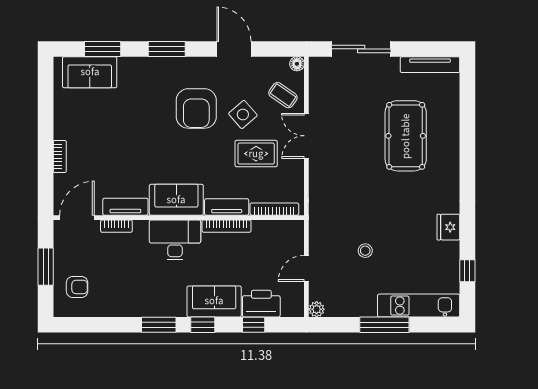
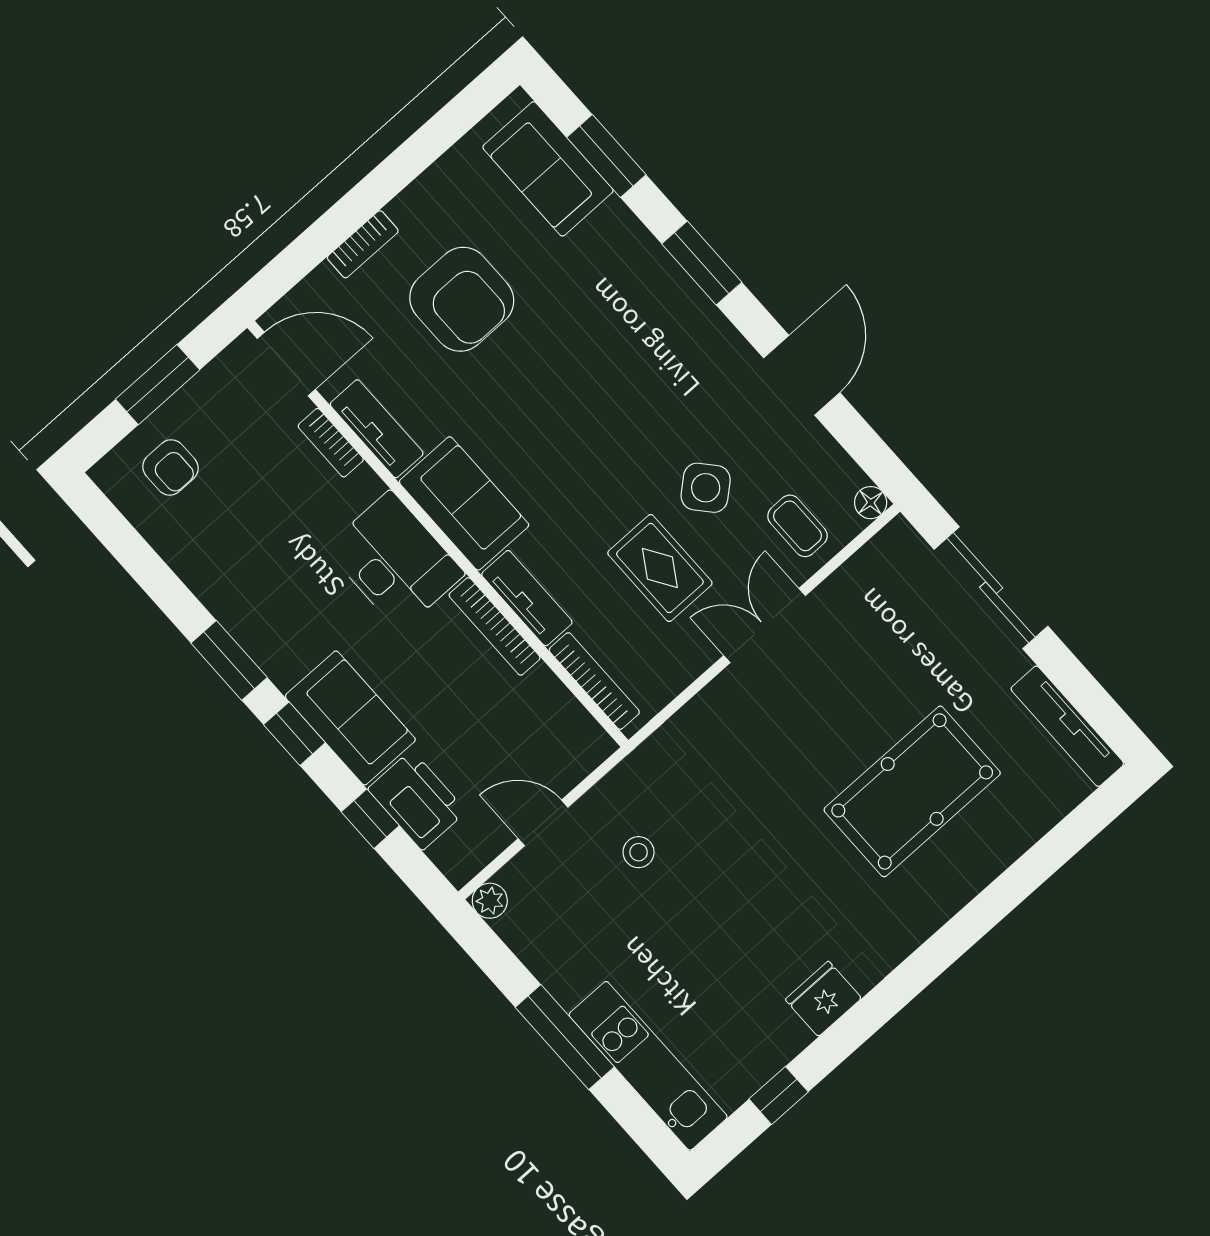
coffee table: (283, 95) -> (797, 526), turned -35
armchair: (196, 108) -> (462, 299), moved, turned -90
stool: (365, 251) -> (639, 852), moved

